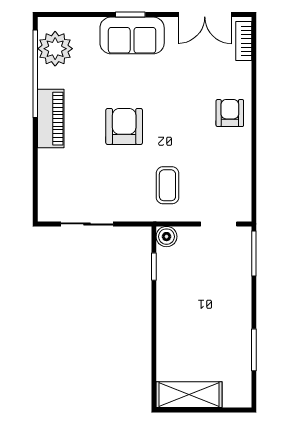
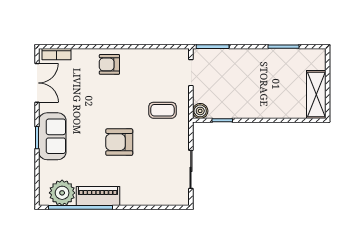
piano: (51, 119) -> (98, 196), moved

